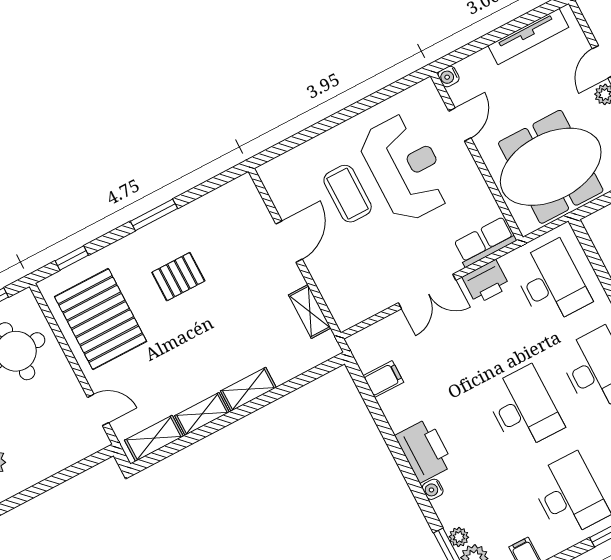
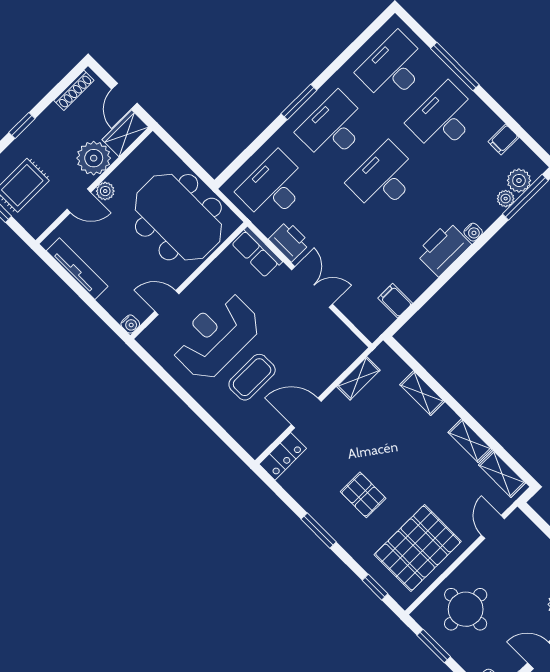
locker: (249, 201) -> (283, 456), added
shelving: (248, 389) -> (422, 393), moved

